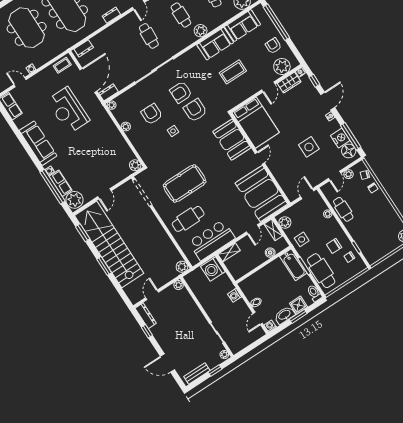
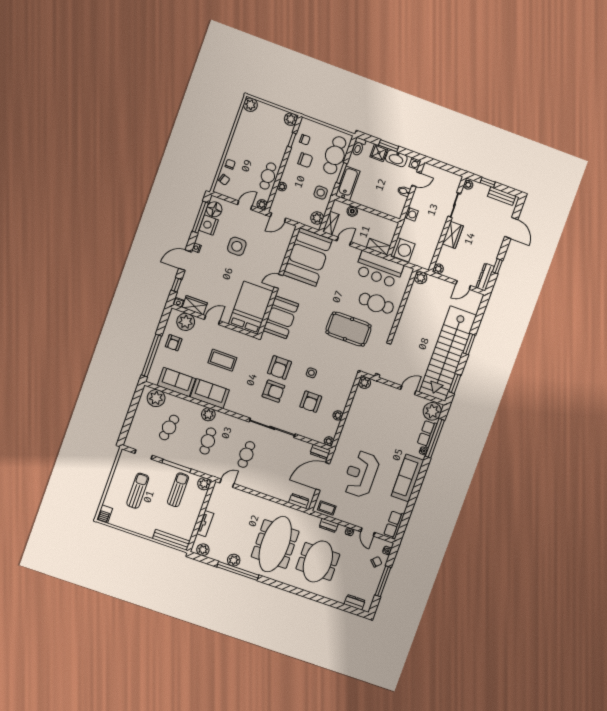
dresser: (111, 15) -> (329, 525), moved
reception desk: (68, 110) -> (361, 474), turned 180
plant: (349, 174) -> (262, 204), moved
plant: (372, 258) -> (291, 119), added
wardrobe: (196, 315) -> (453, 235), added

